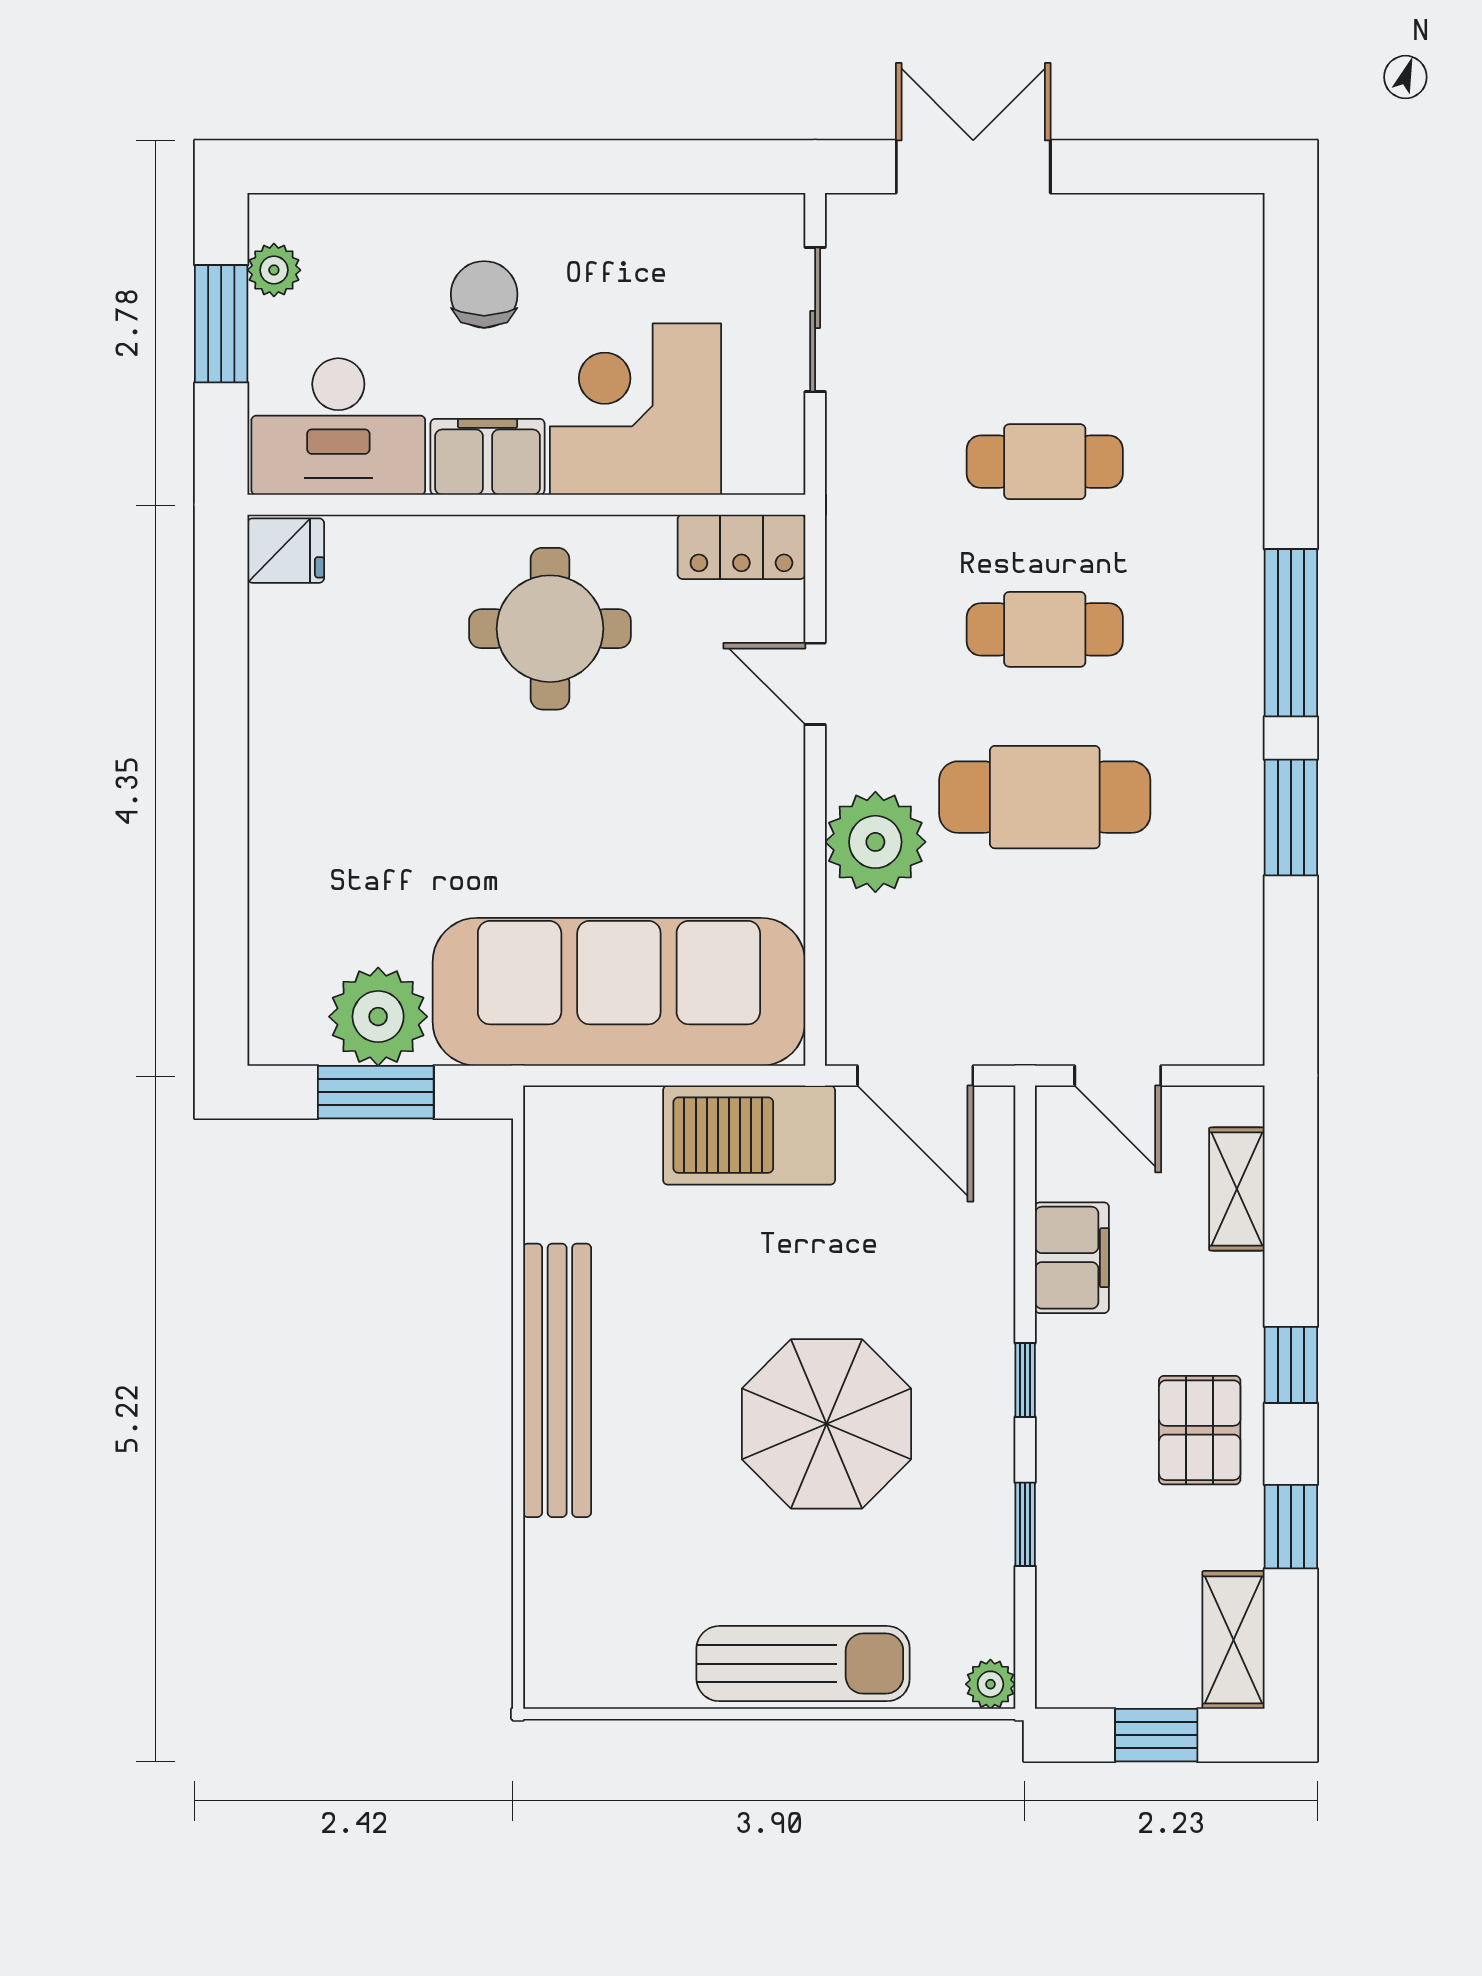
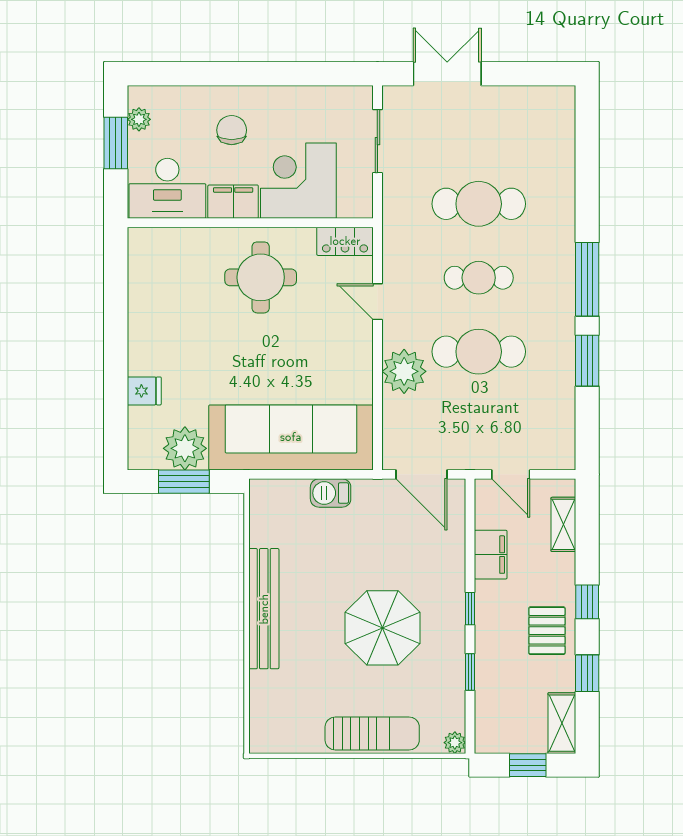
cafe table: (1045, 462) -> (479, 204), width x1.37, depth x1.35
fridge: (286, 551) -> (144, 391), moved
barbecue: (749, 1135) -> (331, 493), width x0.53, depth x0.65

